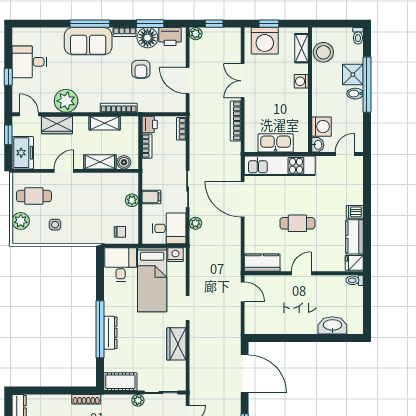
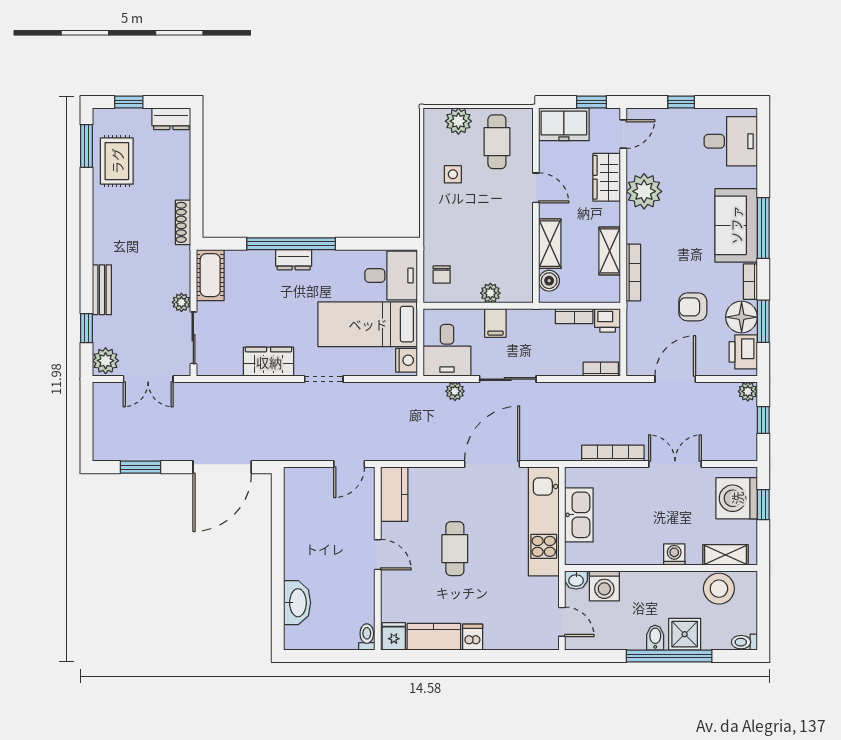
desk: (29, 62) -> (731, 141), moved, turned 90
dresser: (110, 333) -> (294, 260), width x0.70

